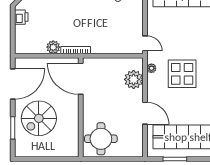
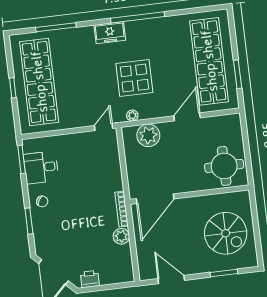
door: (13, 84) -> (171, 279), width x0.73
spiral stairs: (39, 118) -> (226, 233), moved

